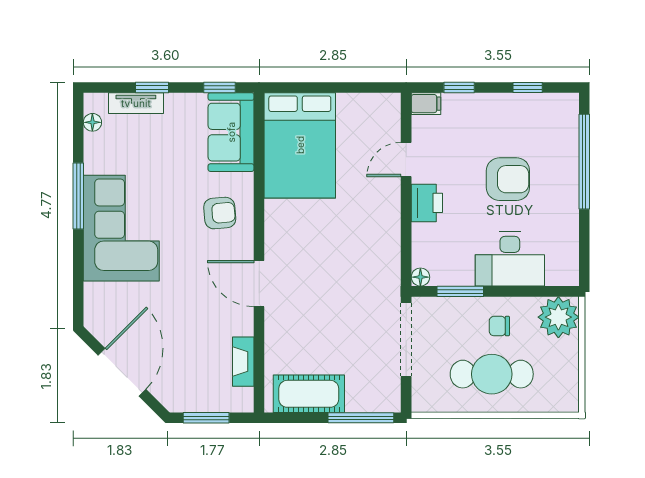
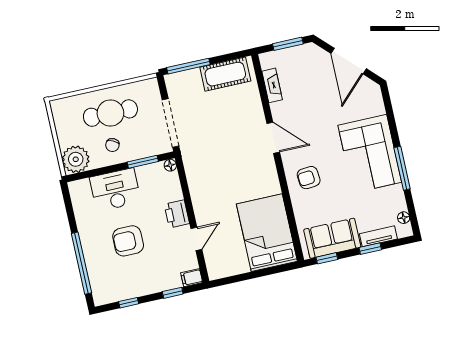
sofa: (231, 132) -> (332, 238), moved, turned -90
chair: (499, 326) -> (112, 145), turned 117

